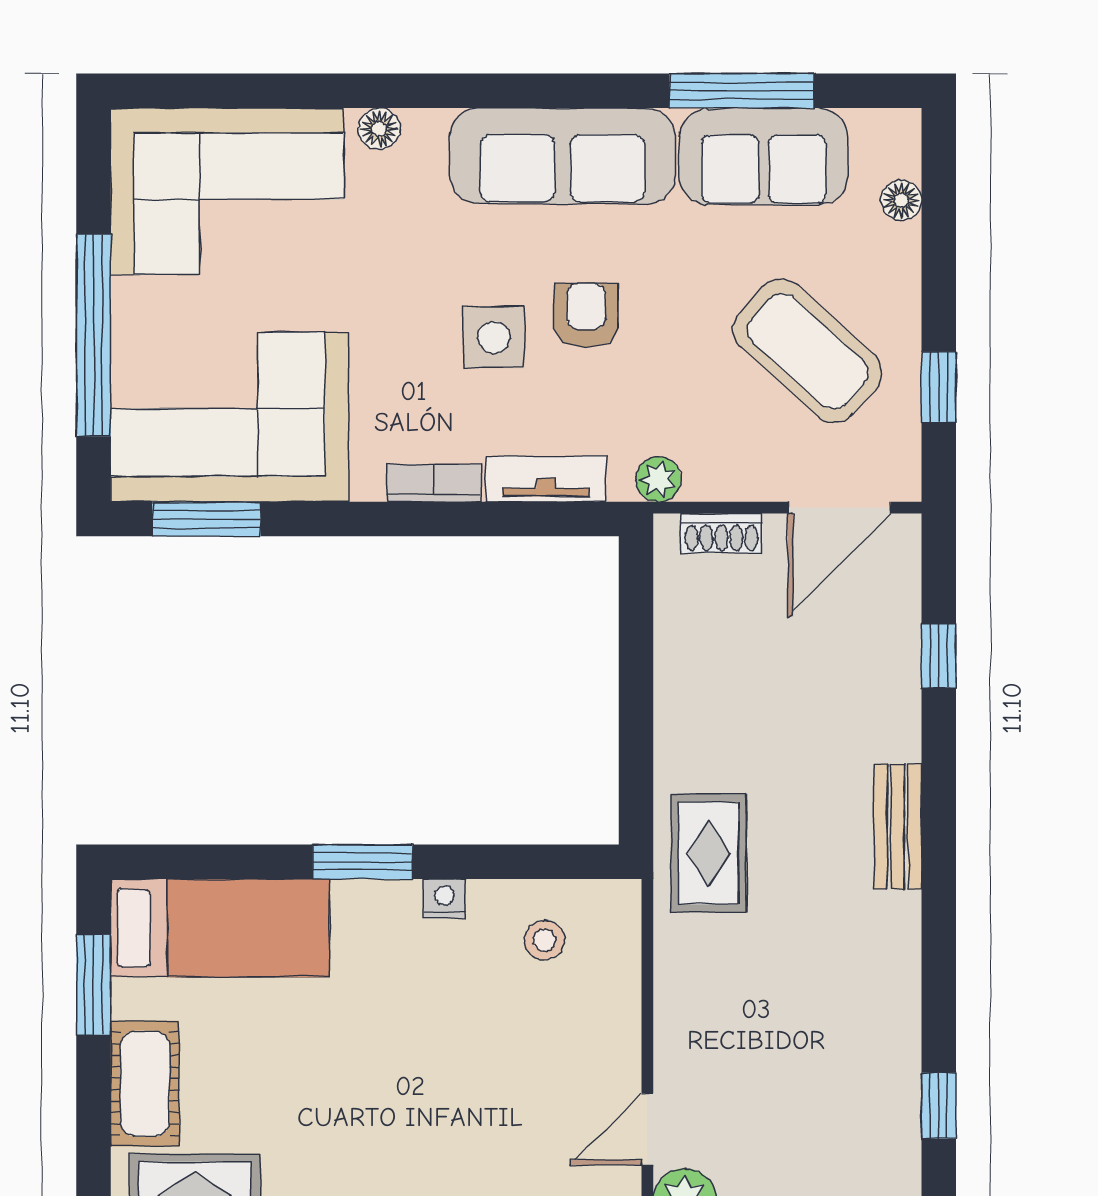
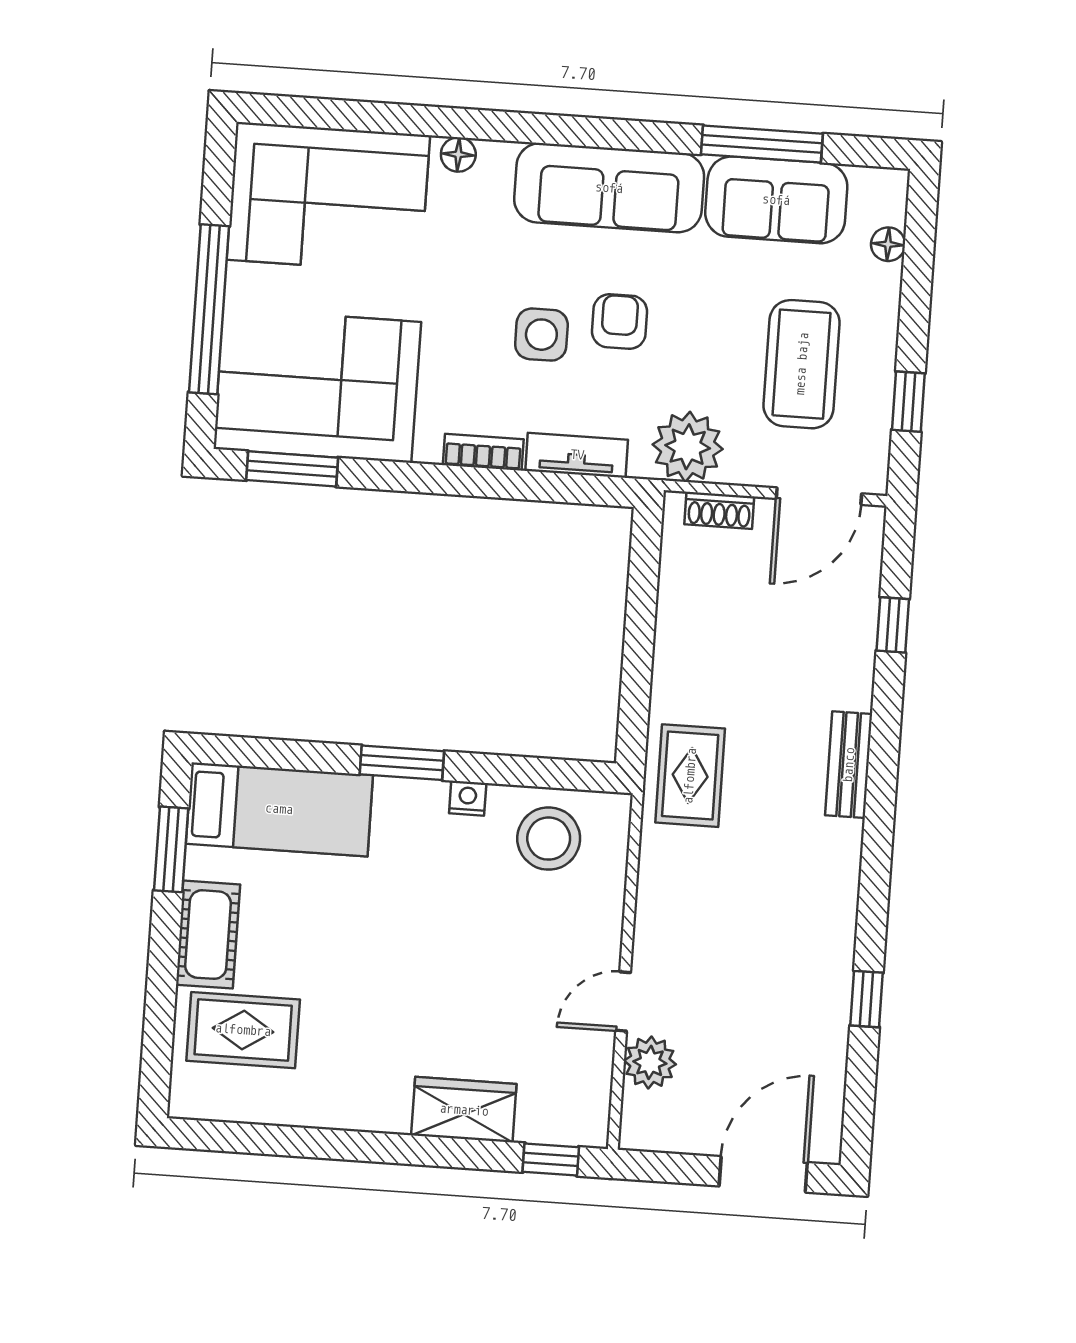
coffee table: (808, 351) -> (802, 364), turned 48
plant: (658, 479) -> (688, 447), width x1.88, depth x1.88
stool: (545, 940) -> (549, 839), width x1.89, depth x1.89

